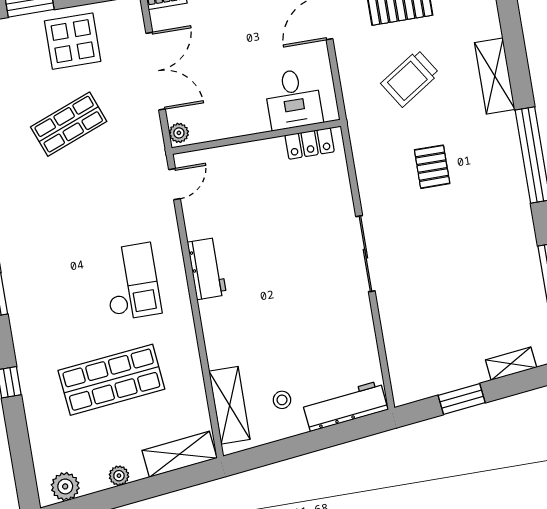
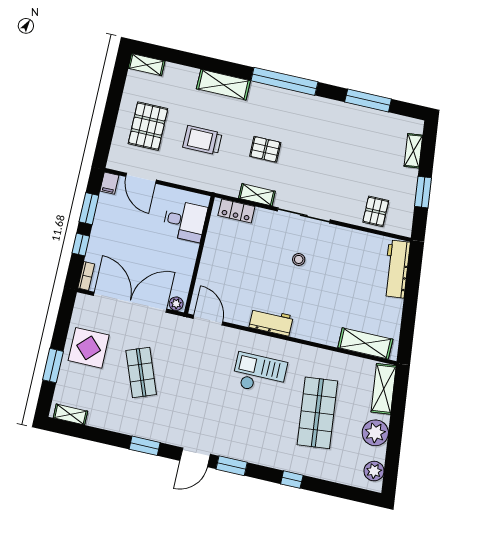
double door: (156, 71) -> (130, 302), width x1.36
trolley: (410, 78) -> (202, 140), turned 123
locker: (310, 143) -> (236, 211), moved, turned 90
shelving: (367, 180) -> (257, 195), added
door: (175, 184) -> (208, 320), width x1.38
pallet: (410, 347) -> (376, 211), added
stool: (282, 400) -> (299, 259), moved
plant: (119, 476) -> (375, 433), width x1.87, depth x1.87

